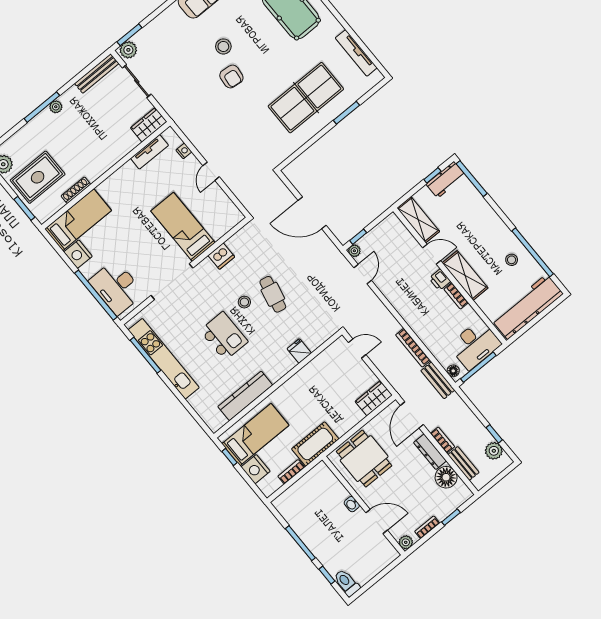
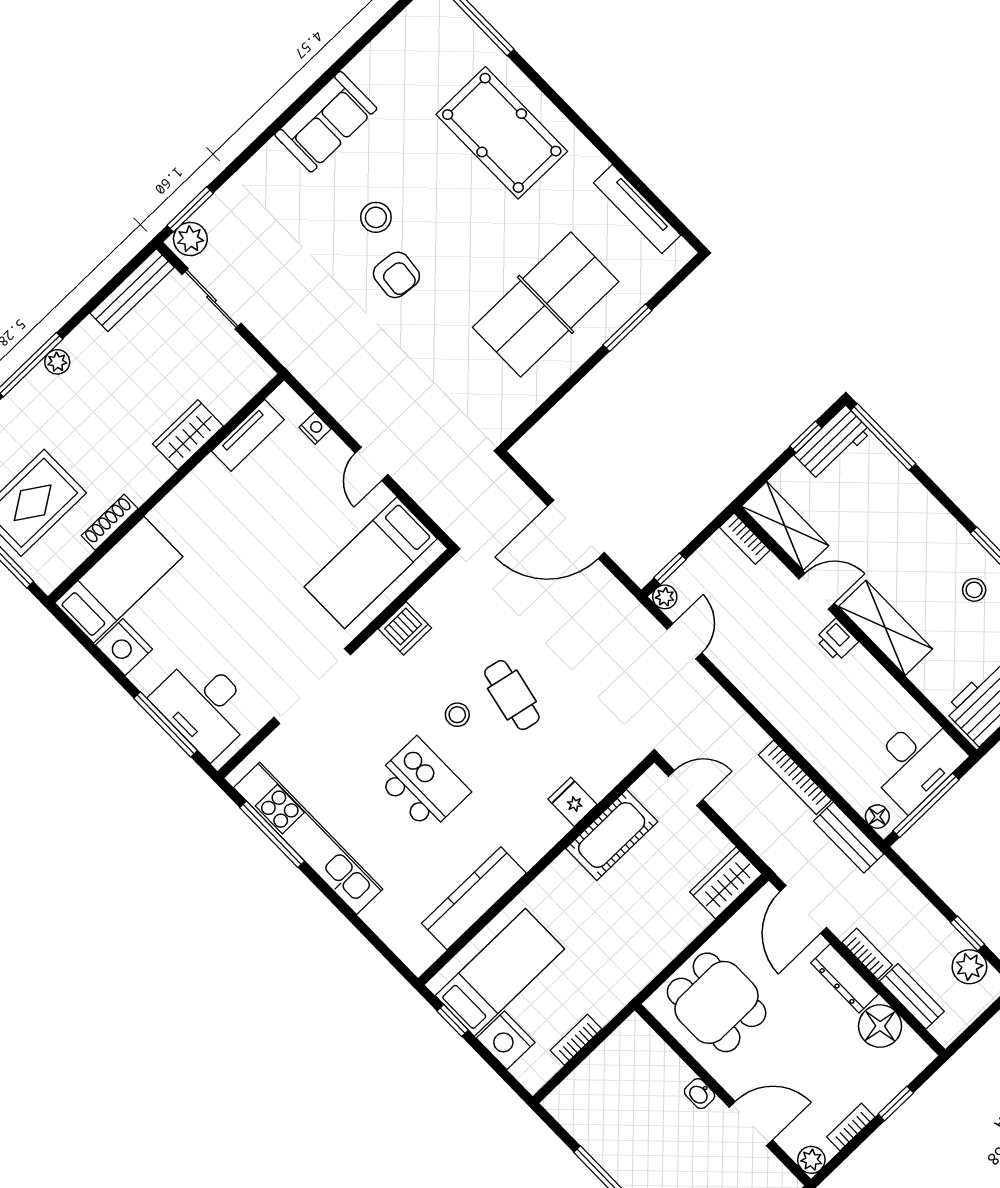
wardrobe: (149, 125) -> (188, 435), moved
bed: (183, 227) -> (371, 563), moved, turned -90
window: (96, 295) -> (166, 724), width x0.68
bookcase: (456, 296) -> (745, 539), moved
cot: (315, 444) -> (612, 835), moved

